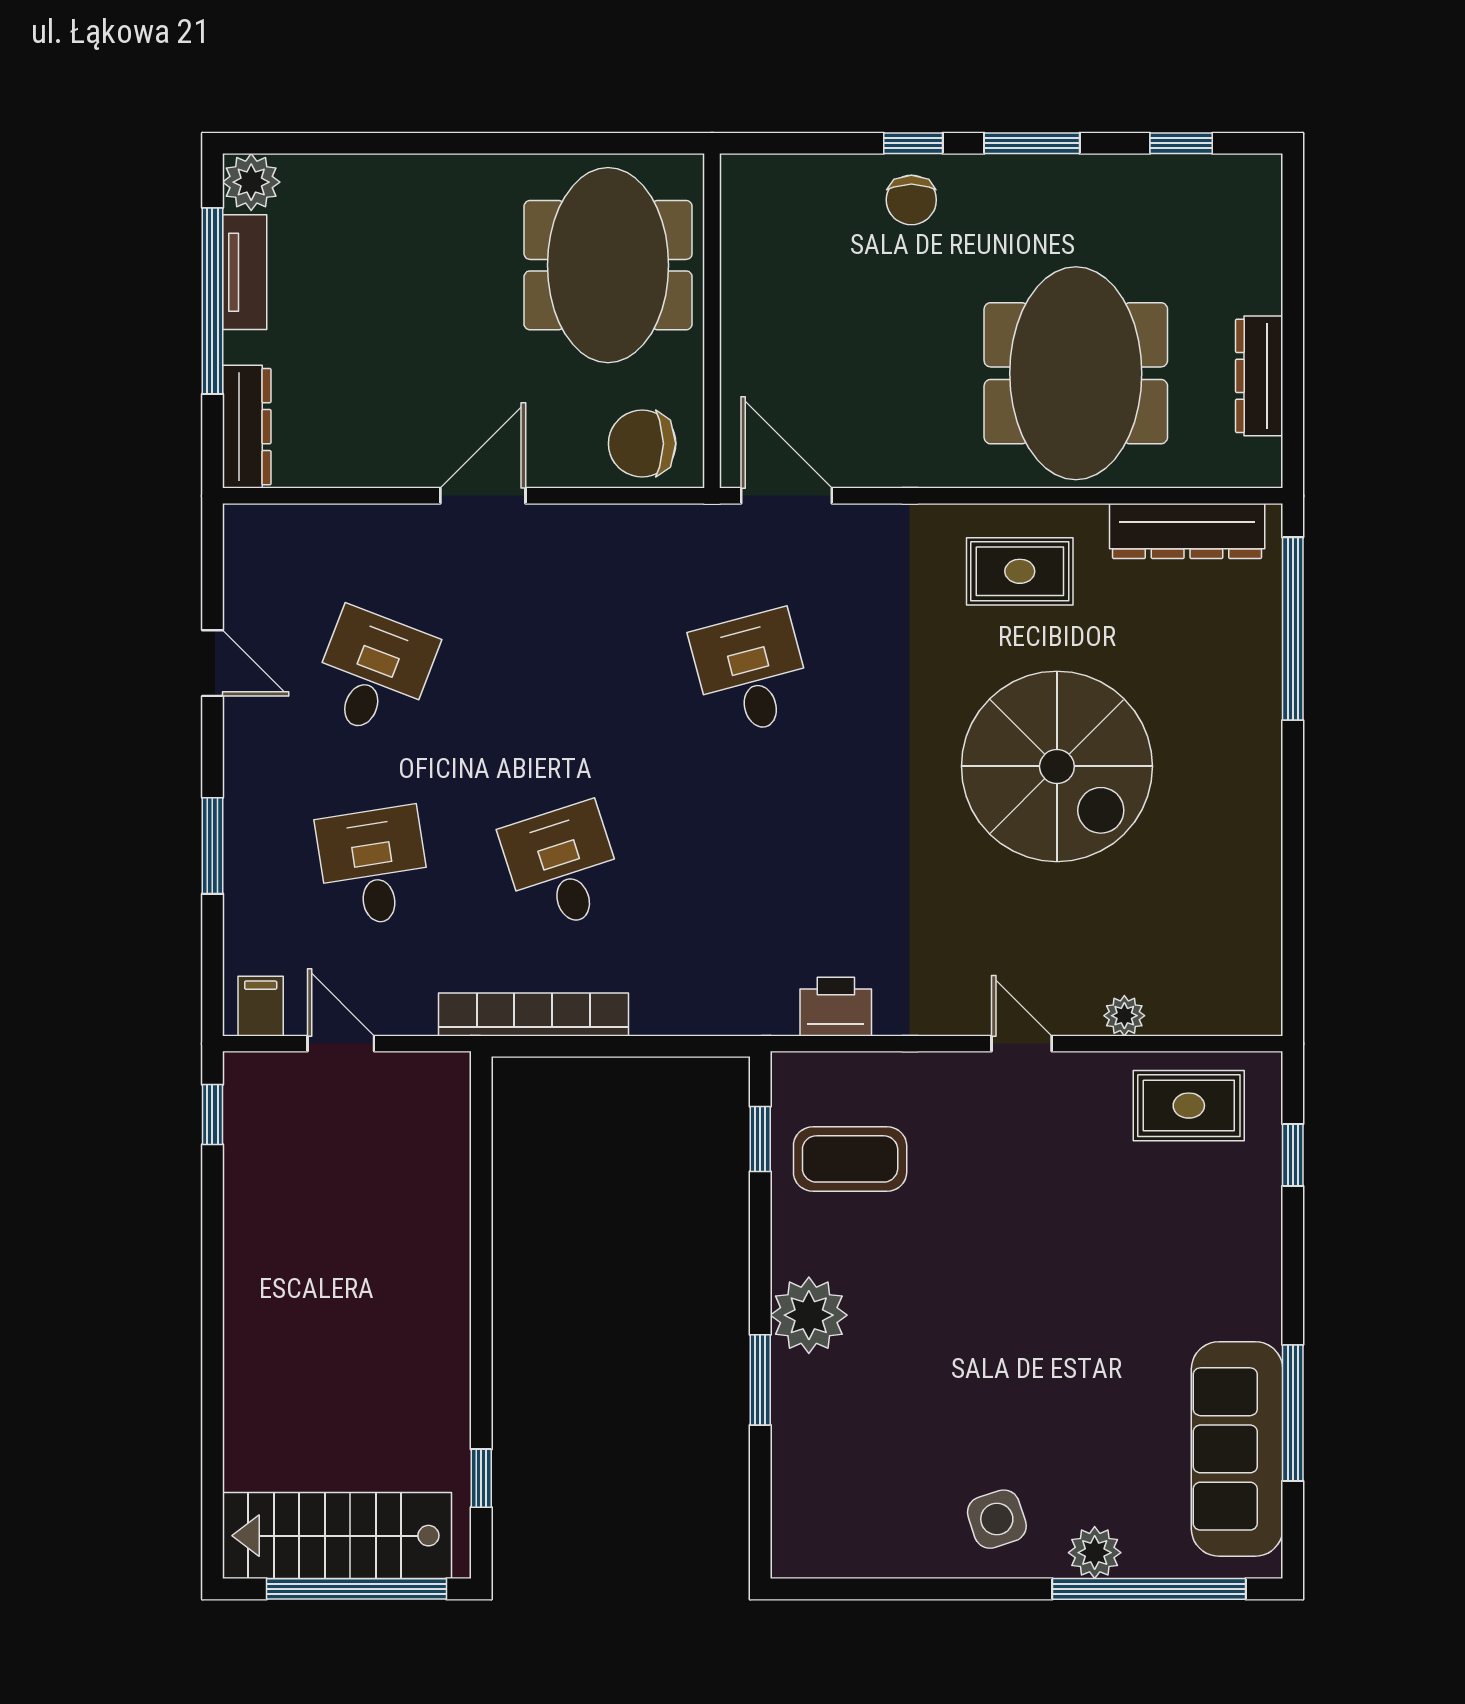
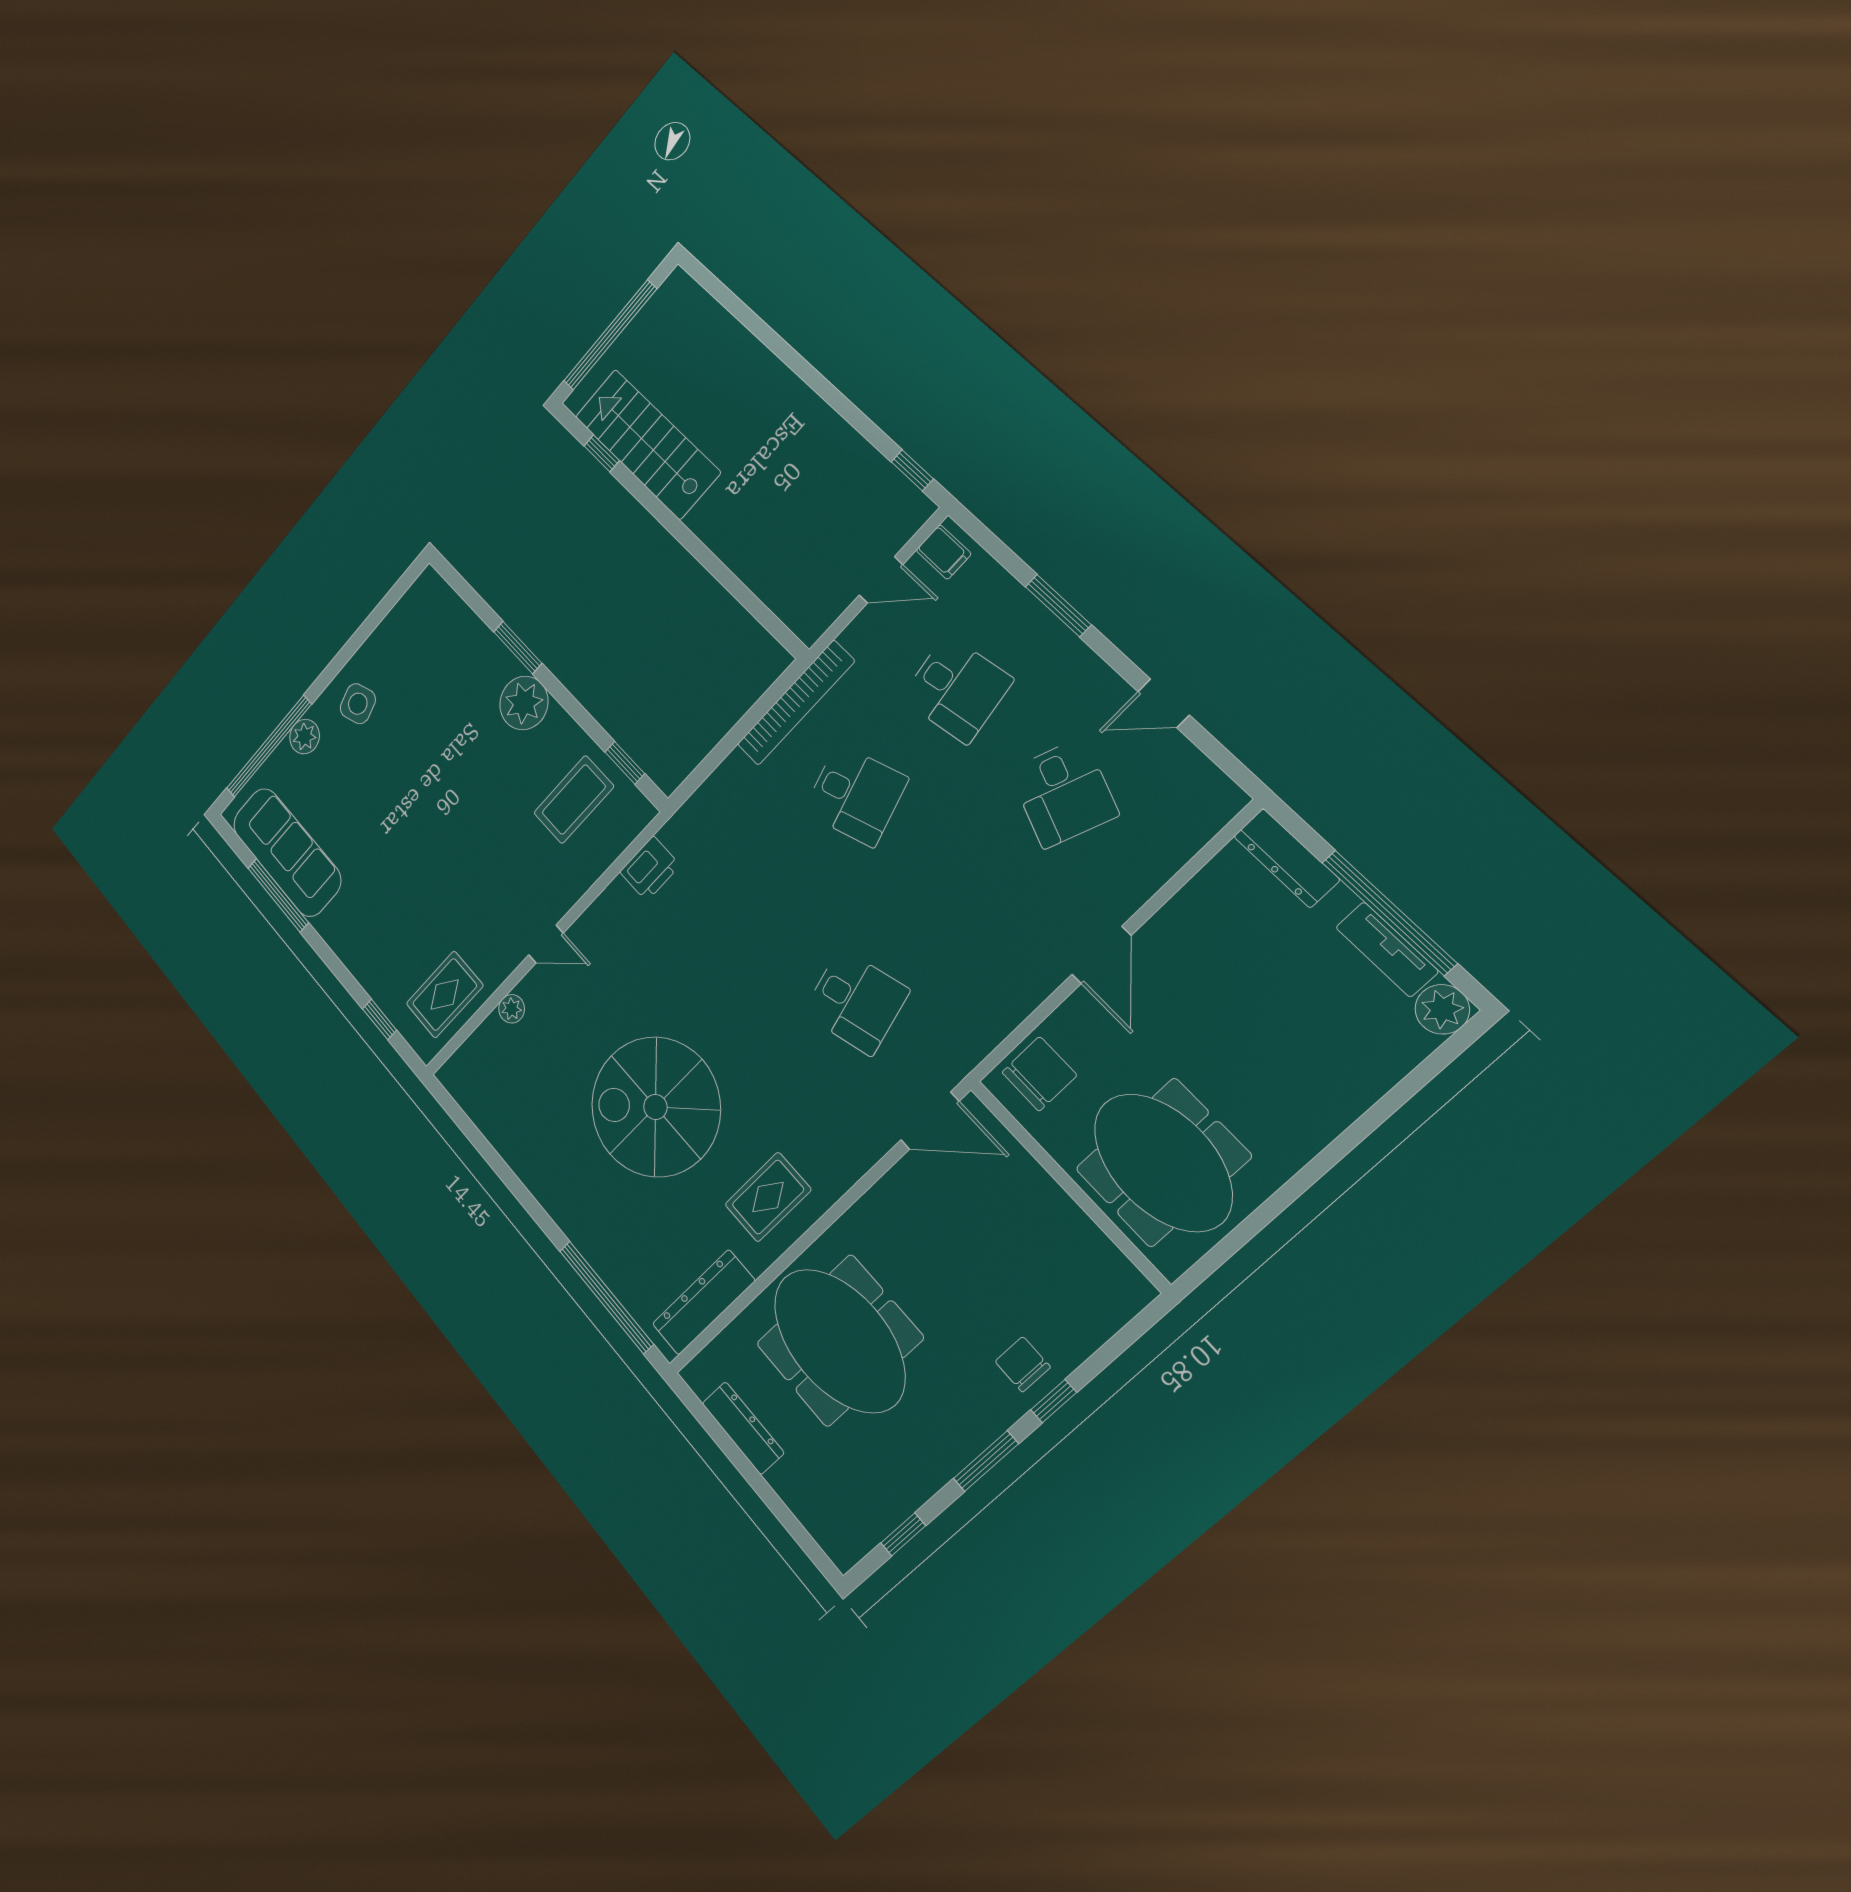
stairs: (337, 1536) -> (647, 444), moved, turned -90

